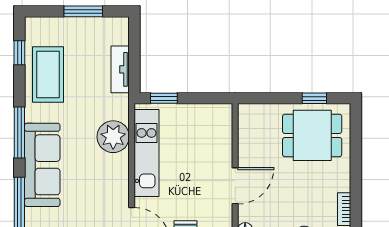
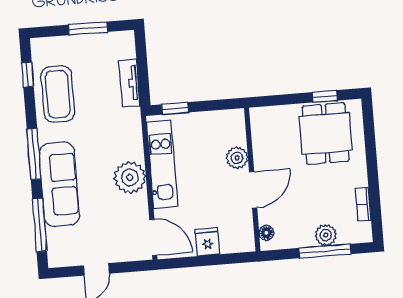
dining table: (312, 135) -> (326, 134), turned 90
plant: (113, 137) -> (130, 177), moved
plant: (222, 153) -> (237, 158), added

